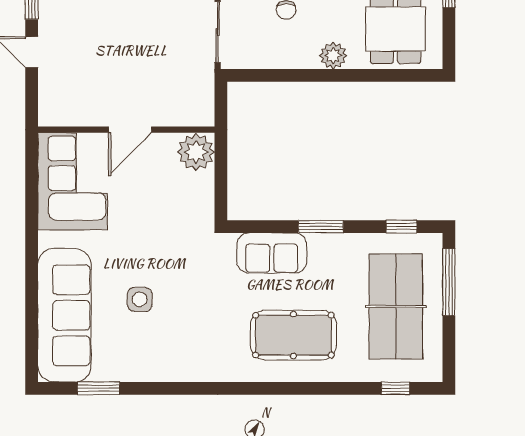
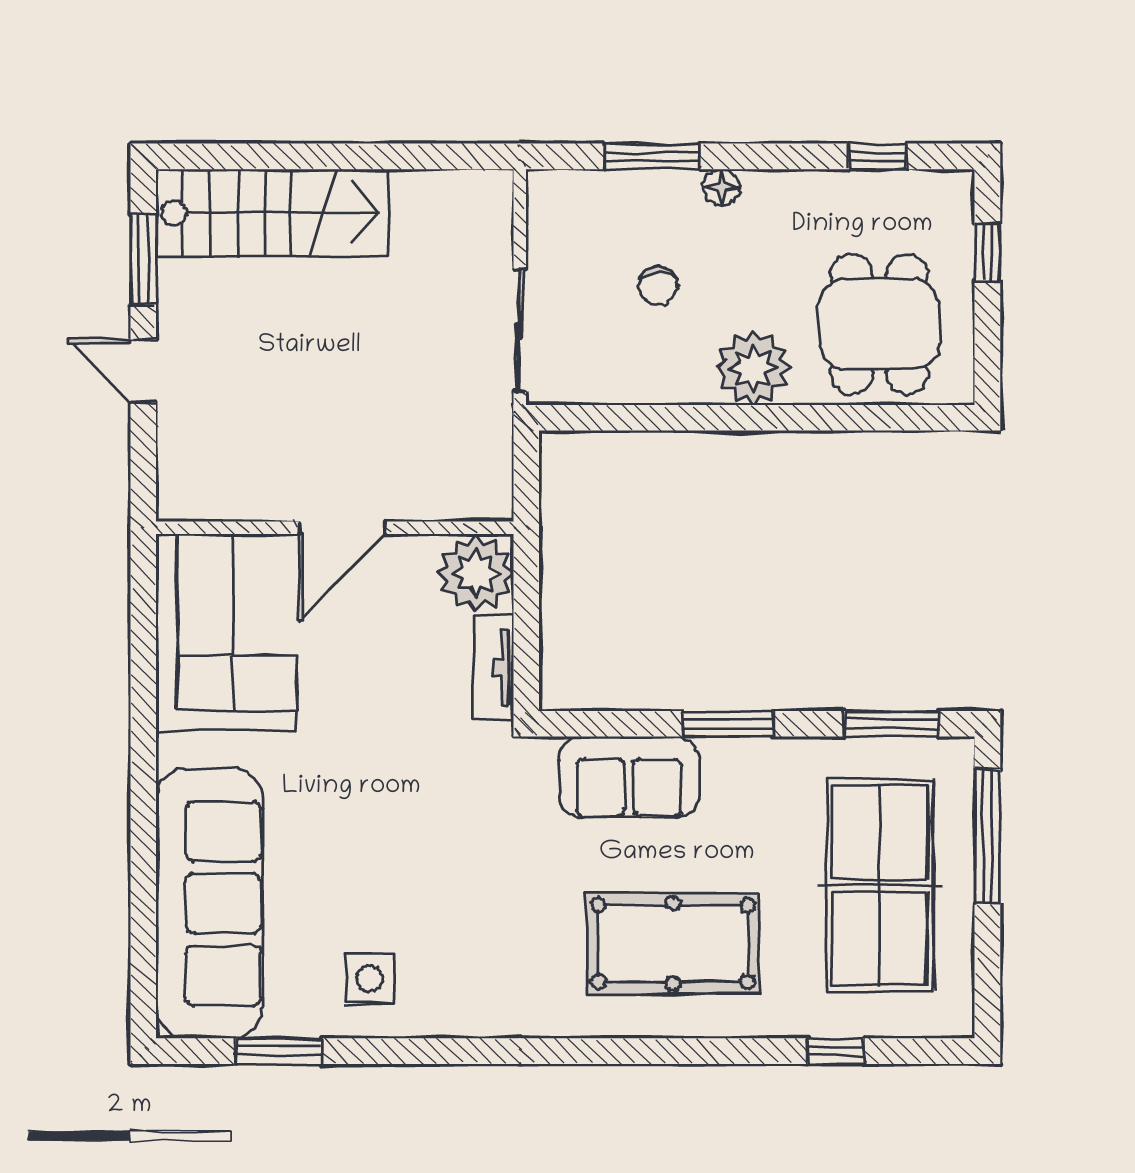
plant: (333, 56) -> (753, 368), width x1.36, depth x1.36
tv unit: (205, 199) -> (494, 668), added
window: (401, 227) -> (892, 724), width x1.50
side table: (140, 299) -> (370, 979), moved
window: (395, 388) -> (835, 1051), moved

